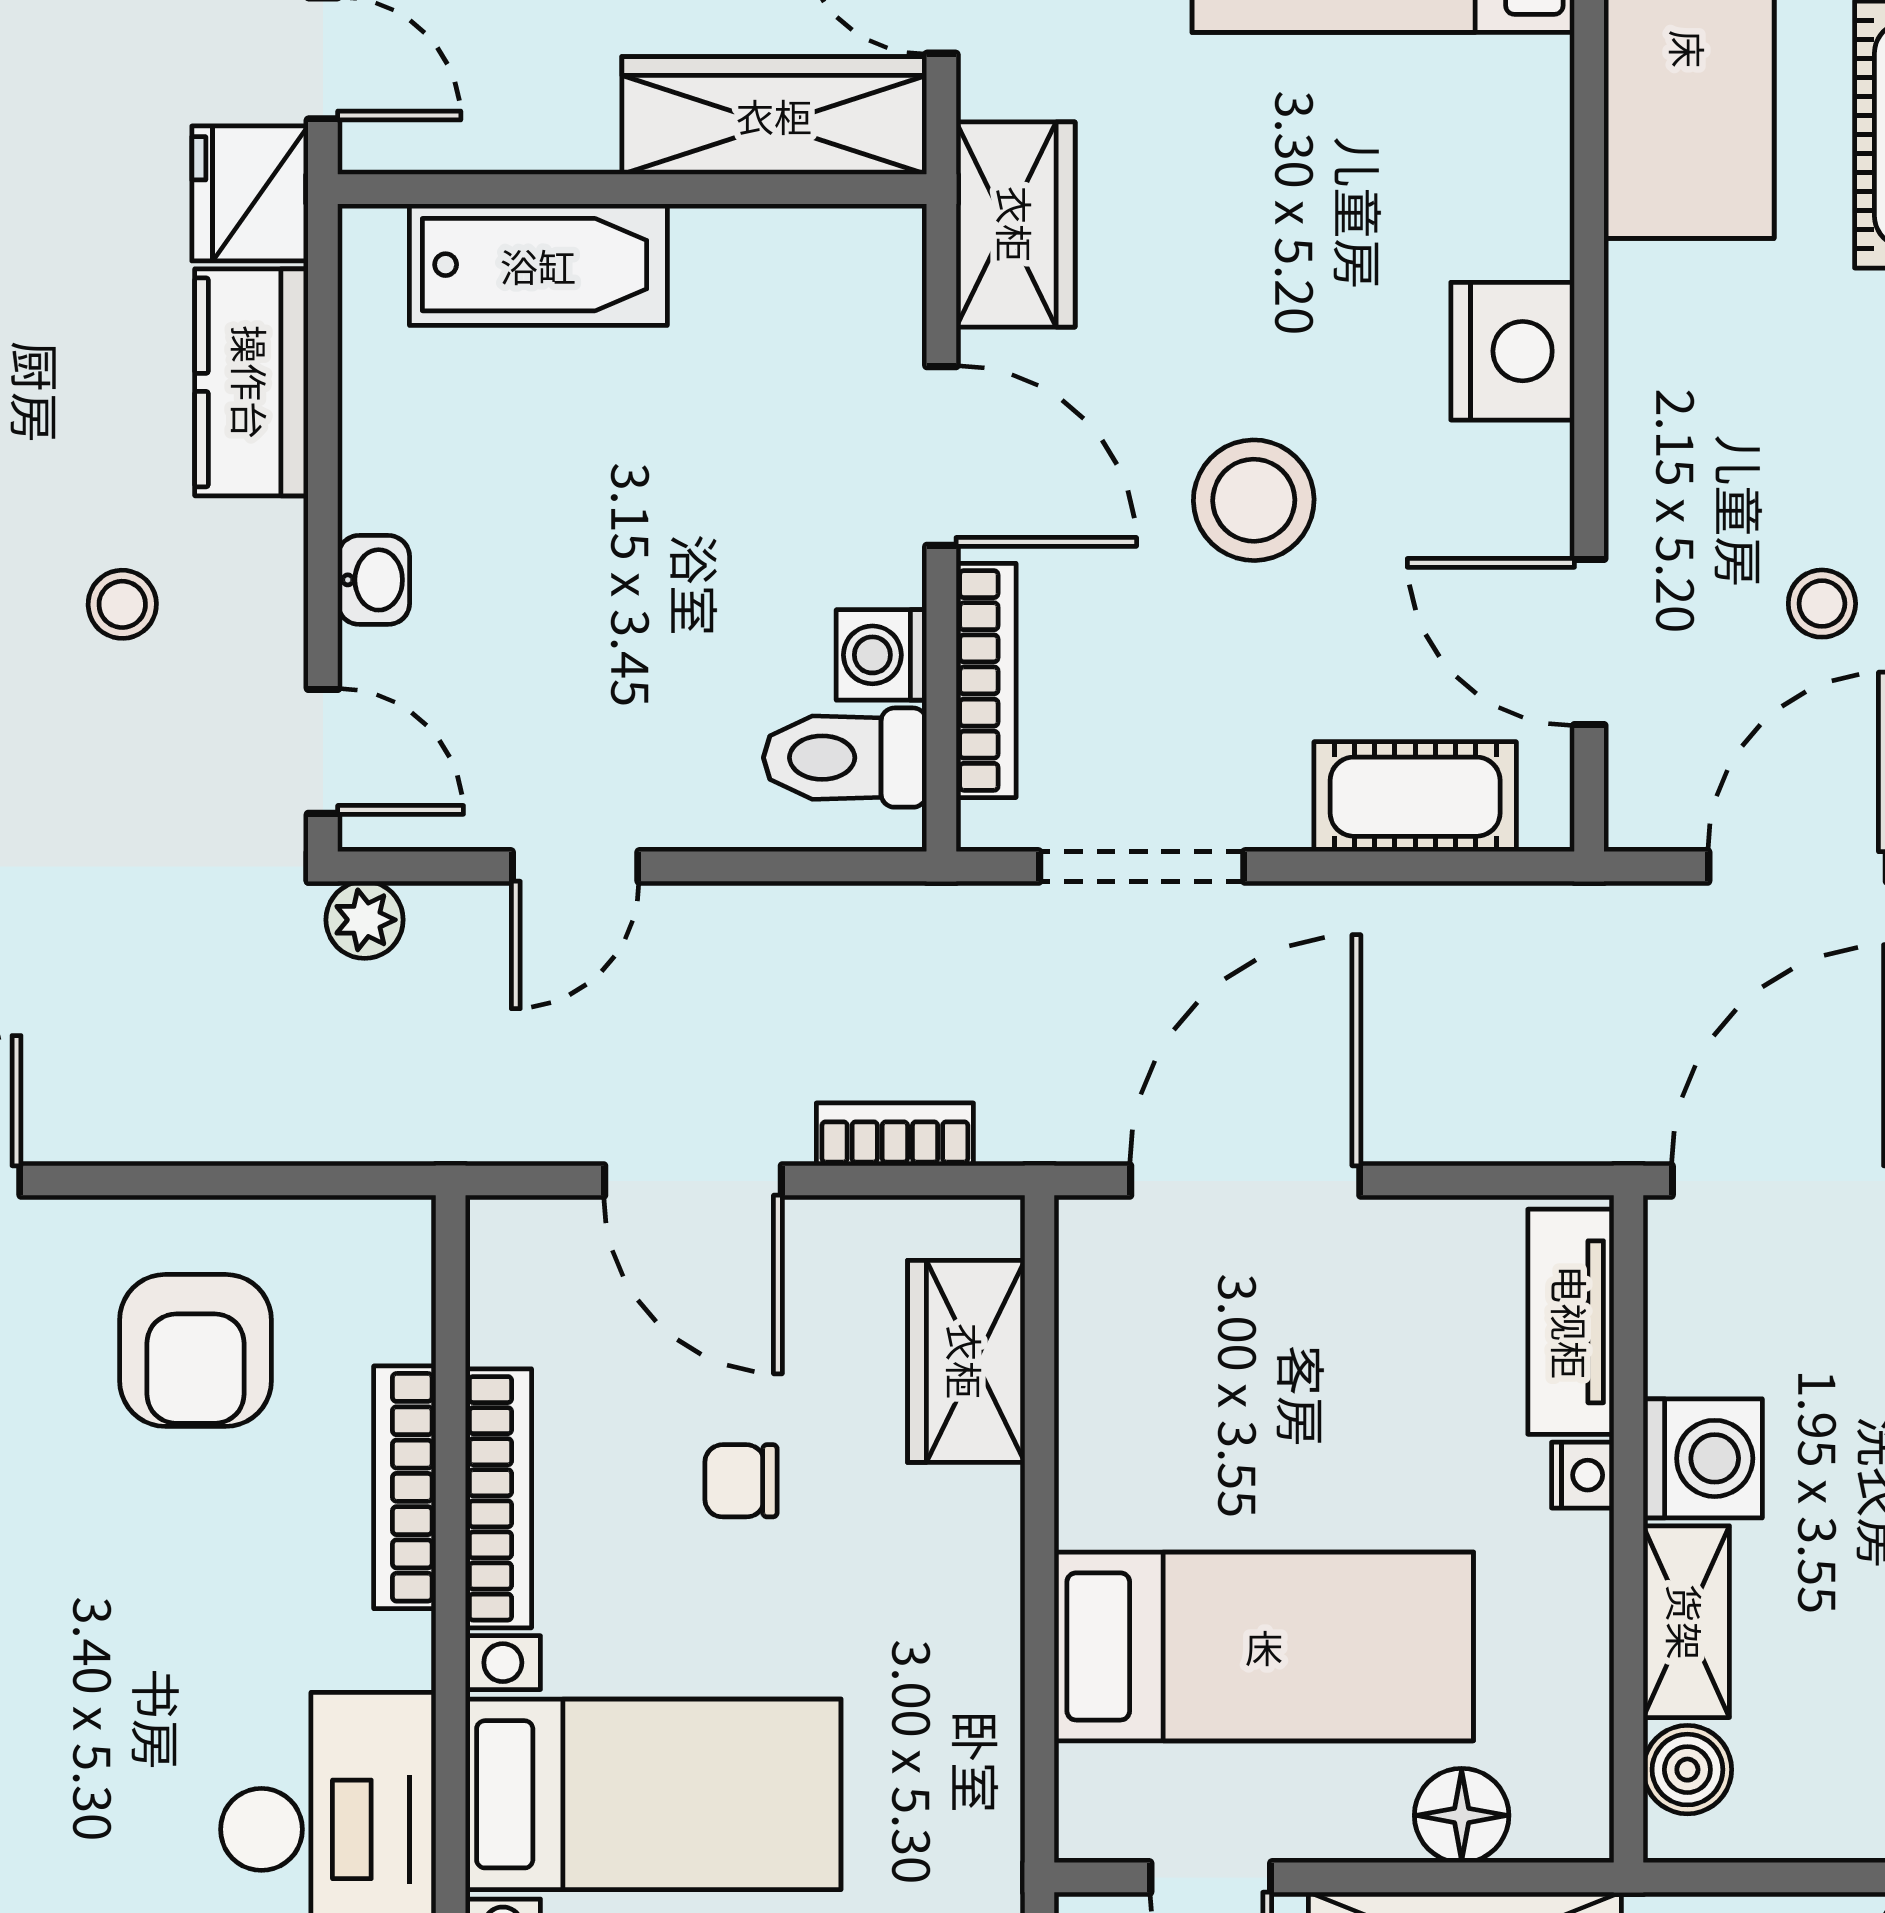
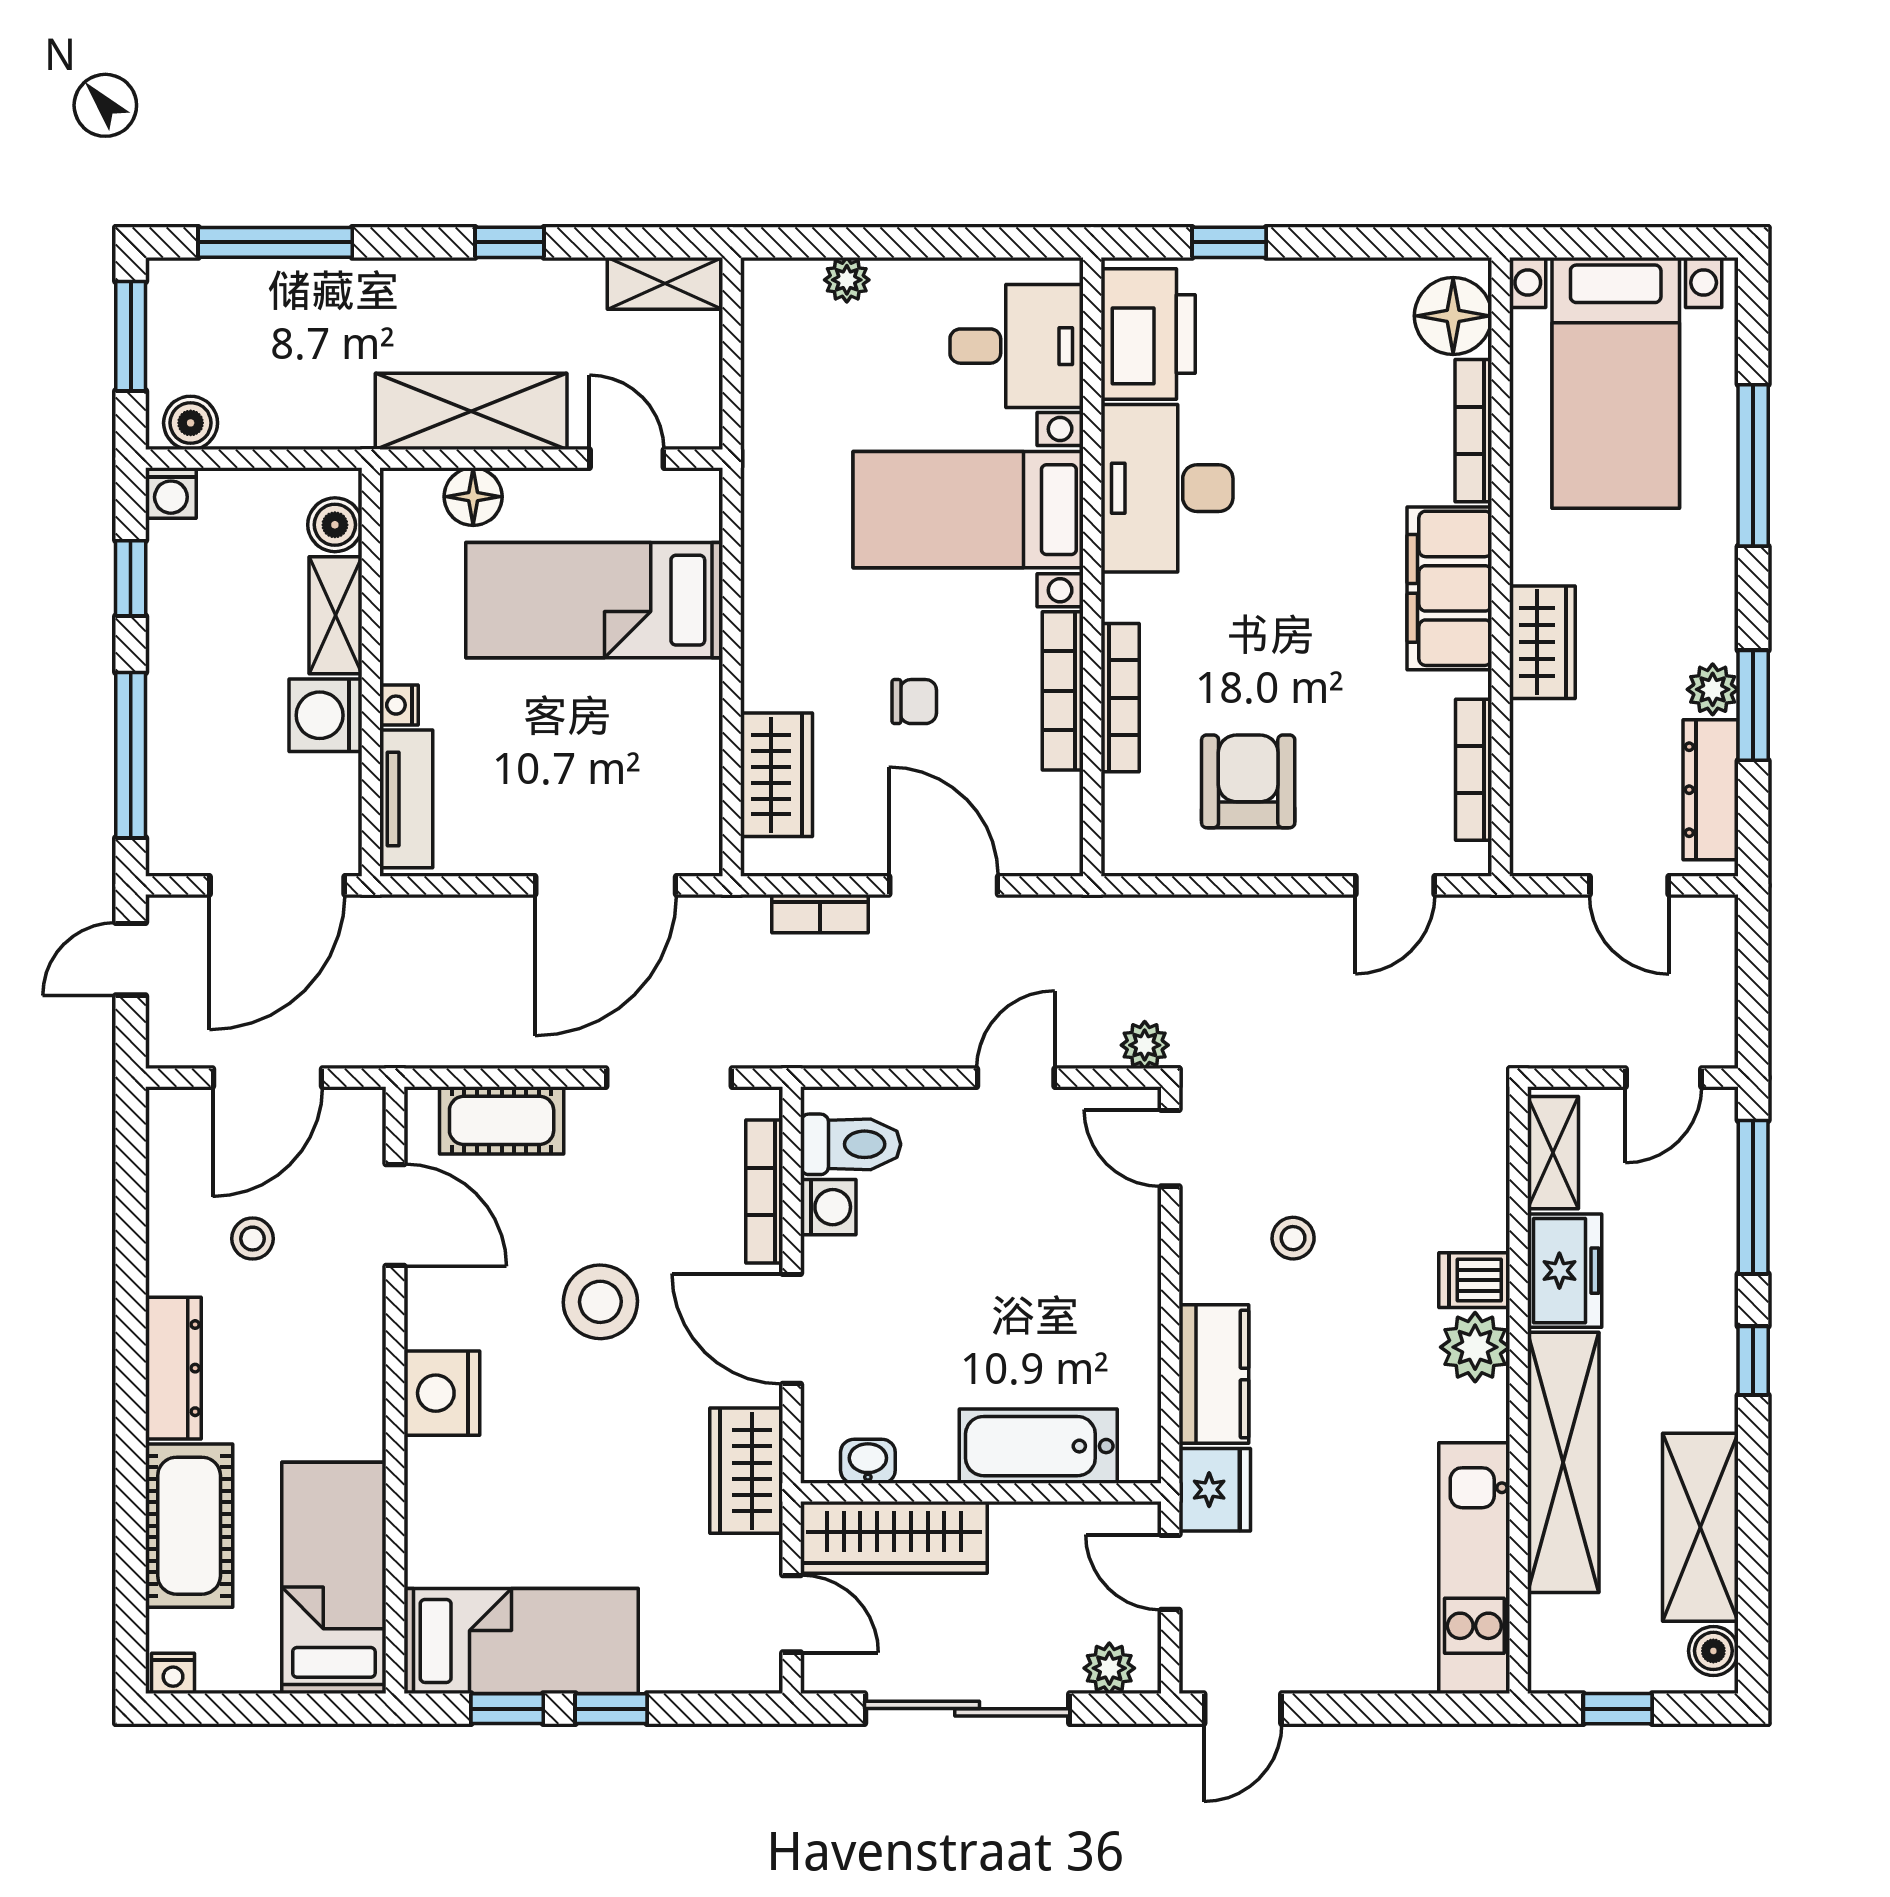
washbasin: (374, 580) -> (868, 1461), moved, turned 90

